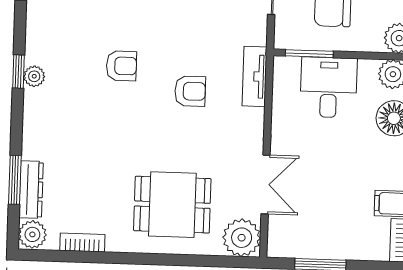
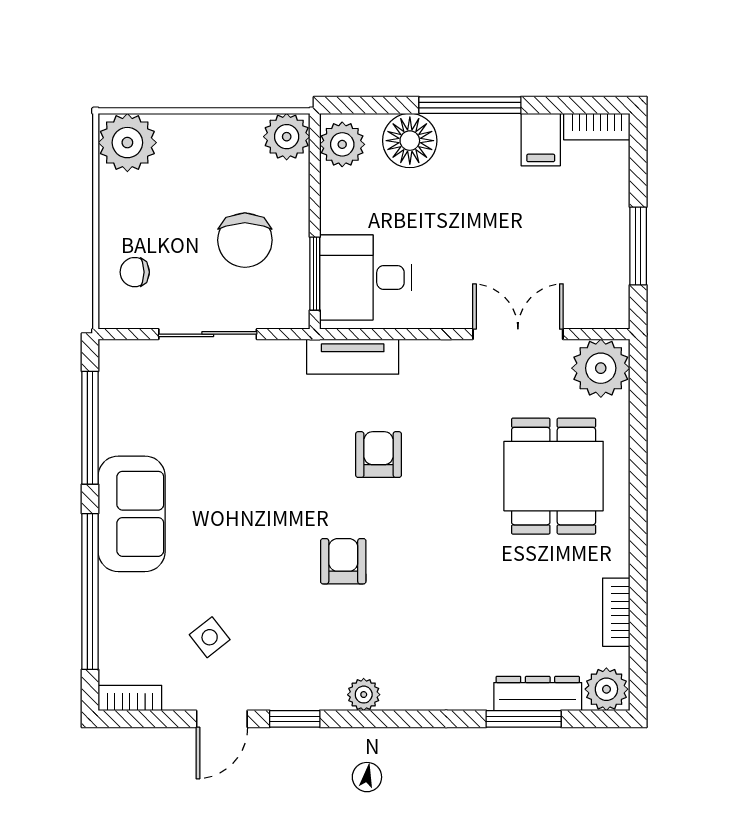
window: (18, 72) -> (295, 719), moved
desk: (329, 87) -> (366, 277), moved

